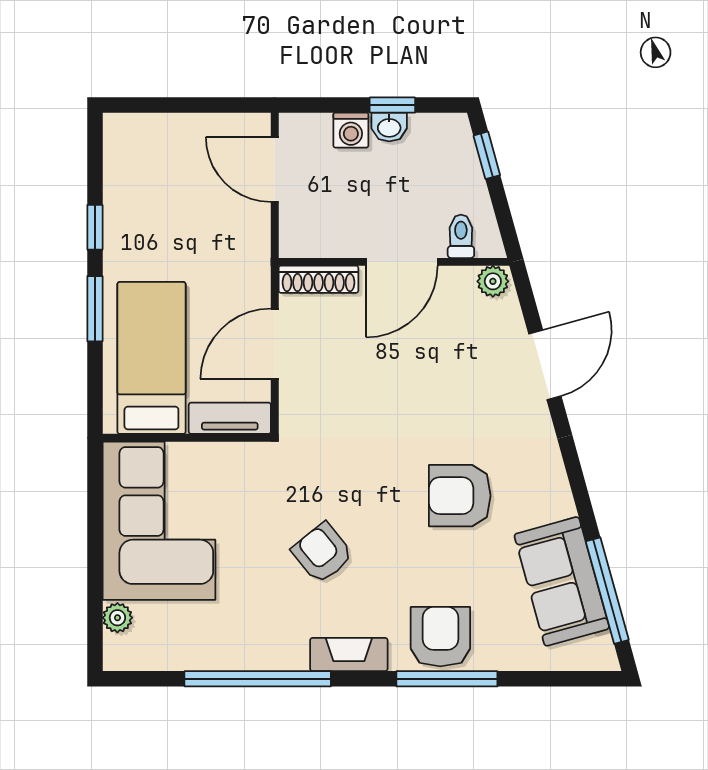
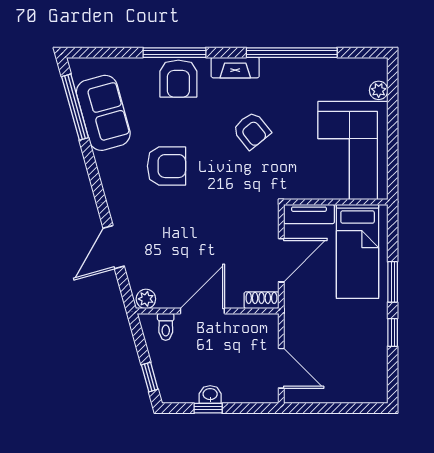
washing machine: (351, 130) -> (234, 393), removed
shoe rack: (318, 279) -> (261, 300), width x0.70

